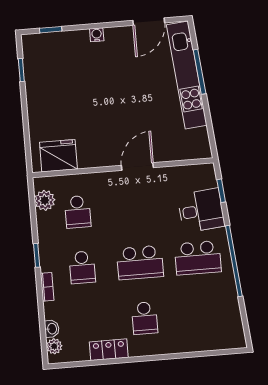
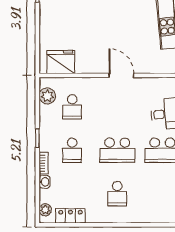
door: (137, 166) -> (121, 75), hinge flipped
washbasin: (52, 329) -> (44, 182), moved
locker: (109, 350) -> (71, 216), moved

